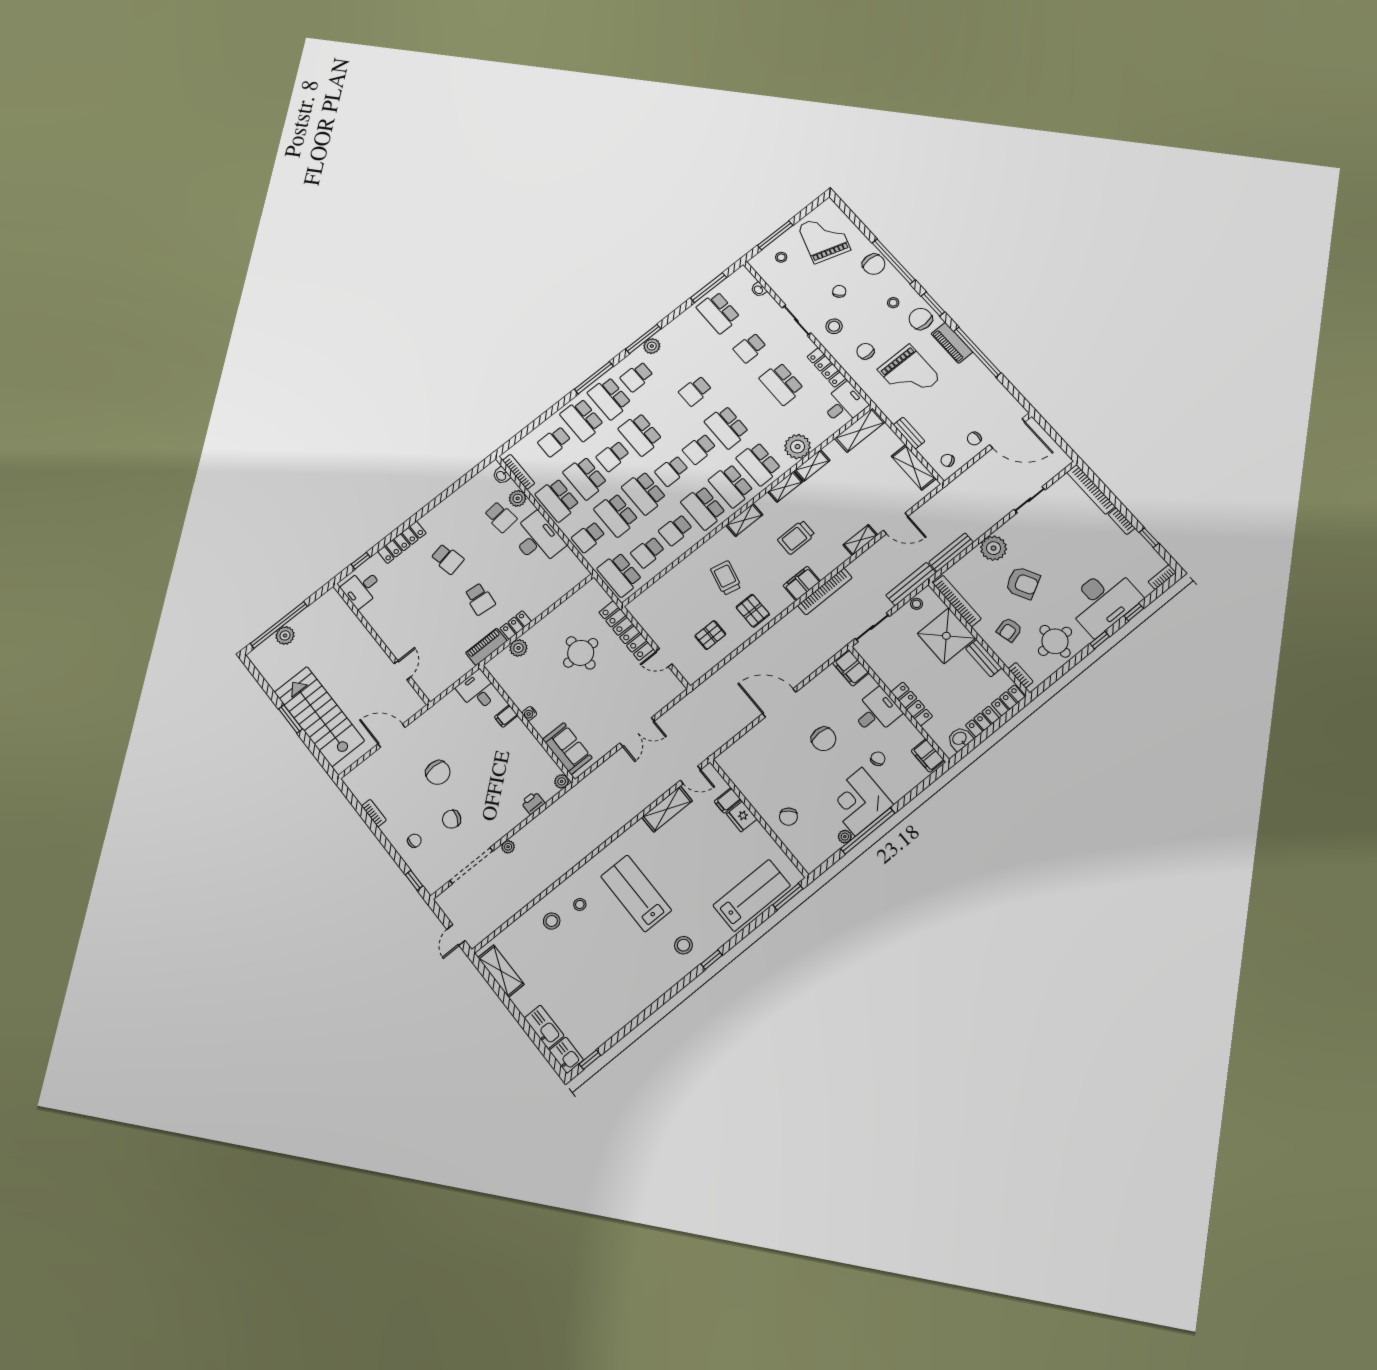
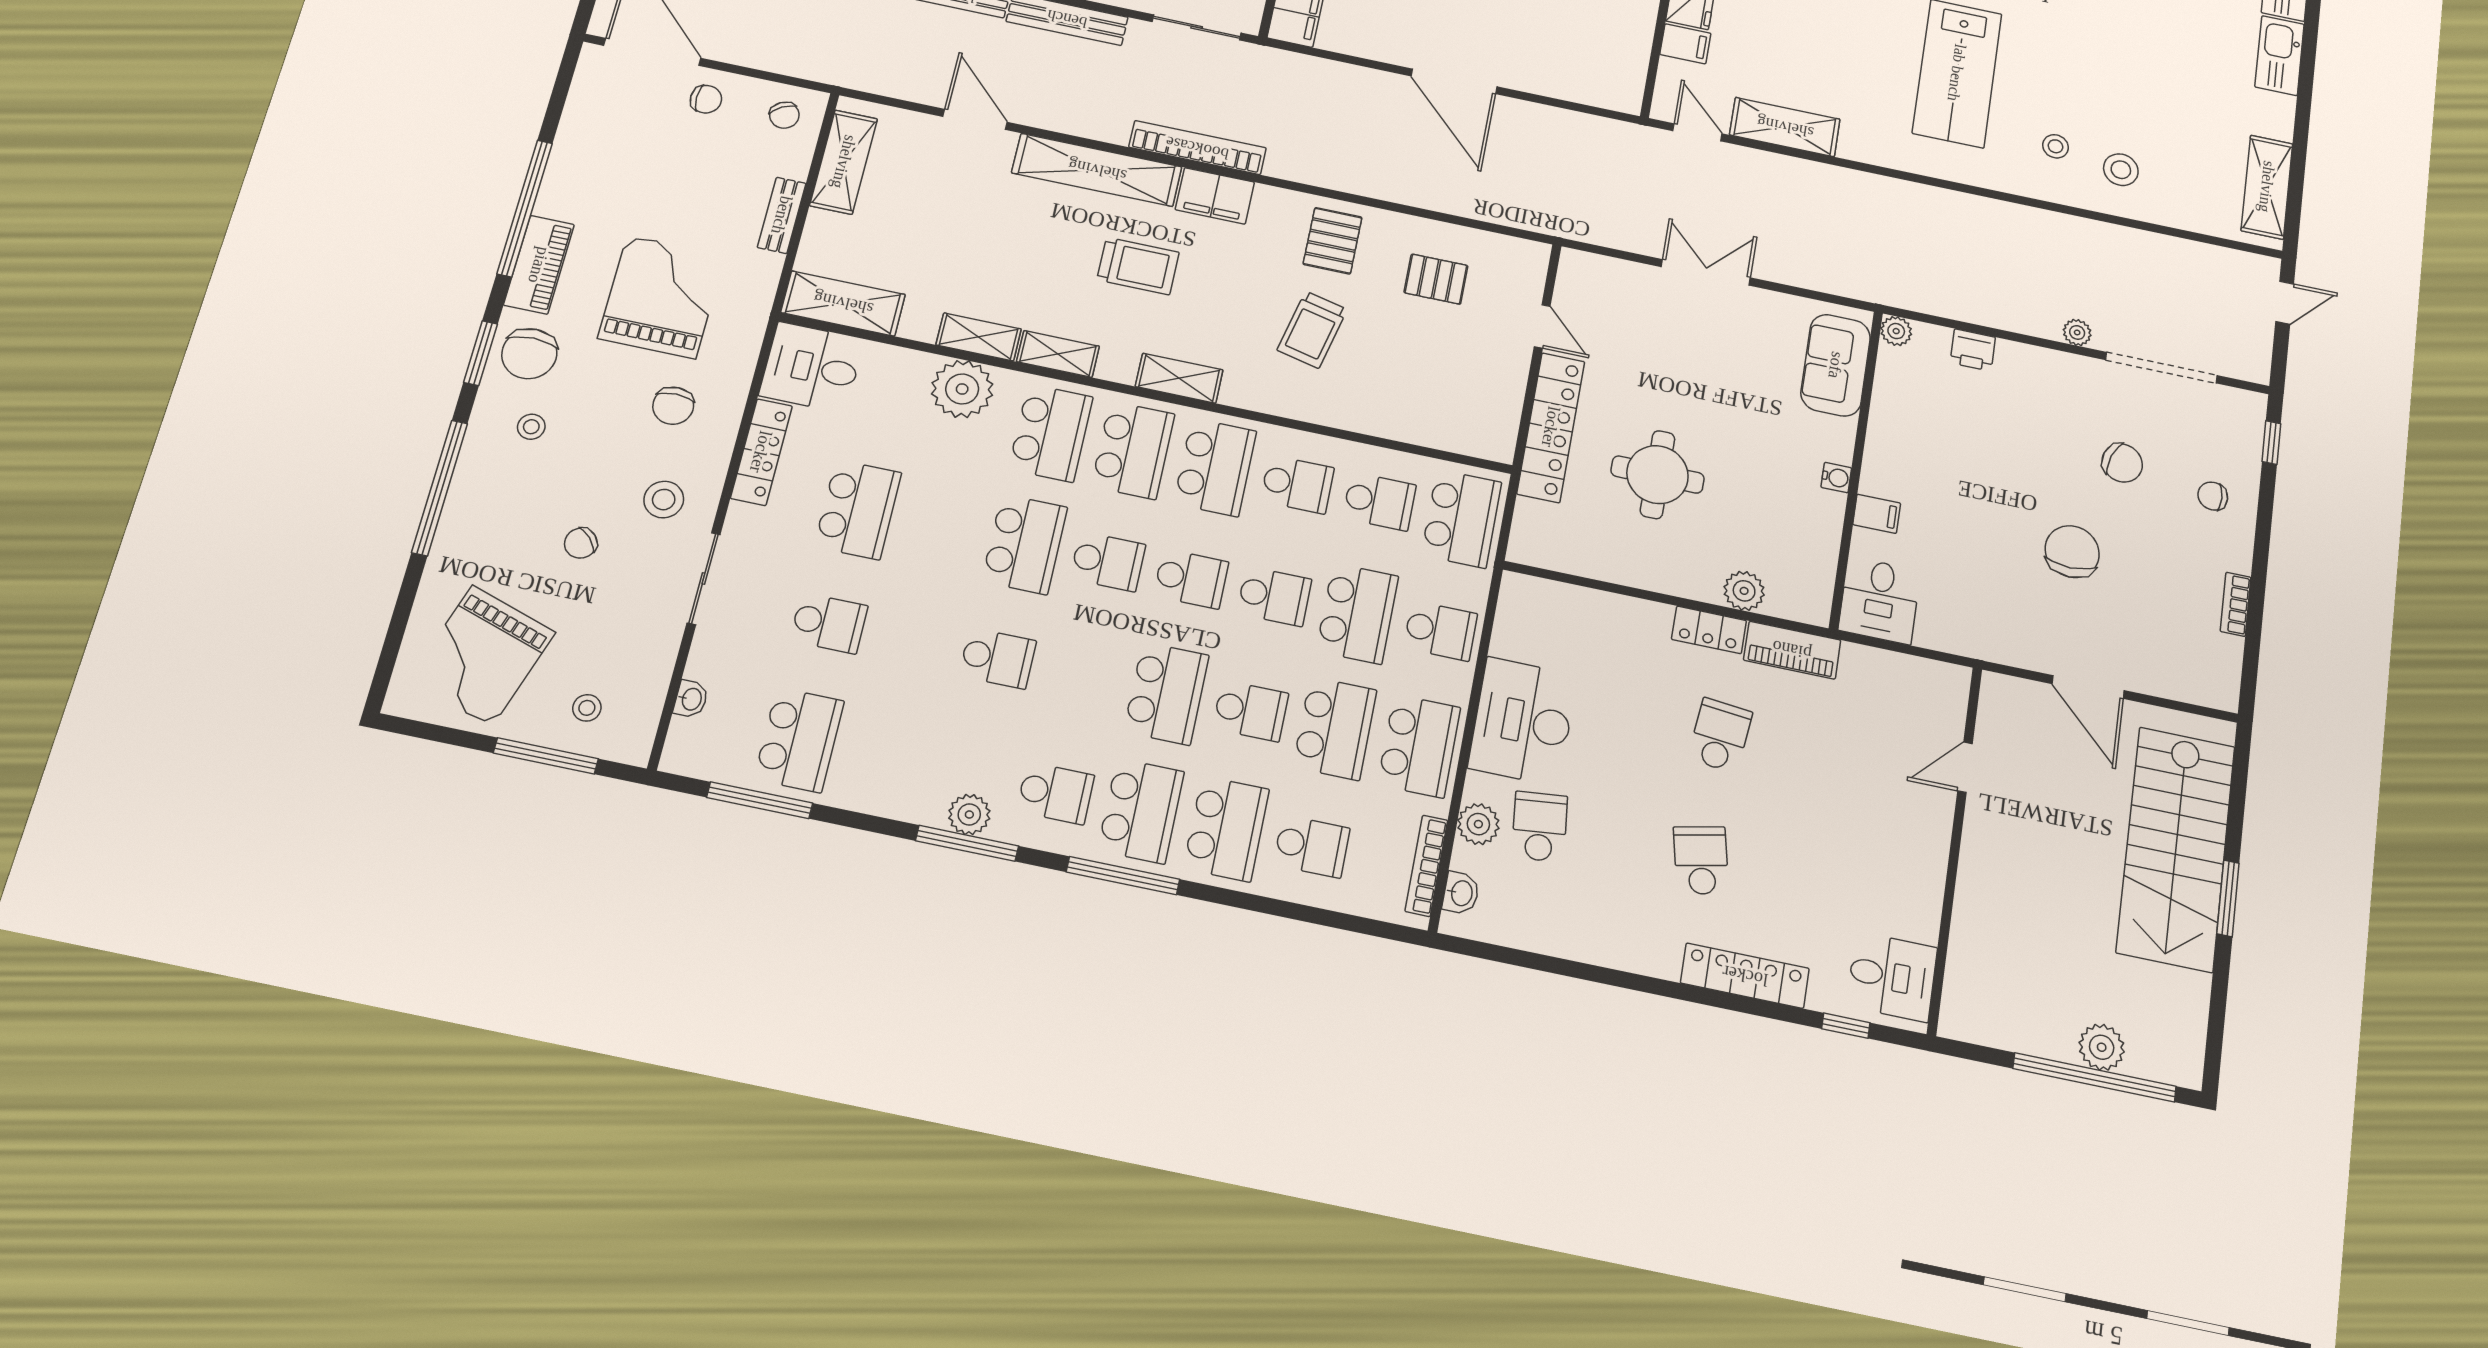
chair: (874, 264) -> (473, 520), removed
school desk: (644, 493) -> (1274, 596), width x0.54
shelving: (860, 540) -> (1097, 170), width x2.20, depth x1.33

